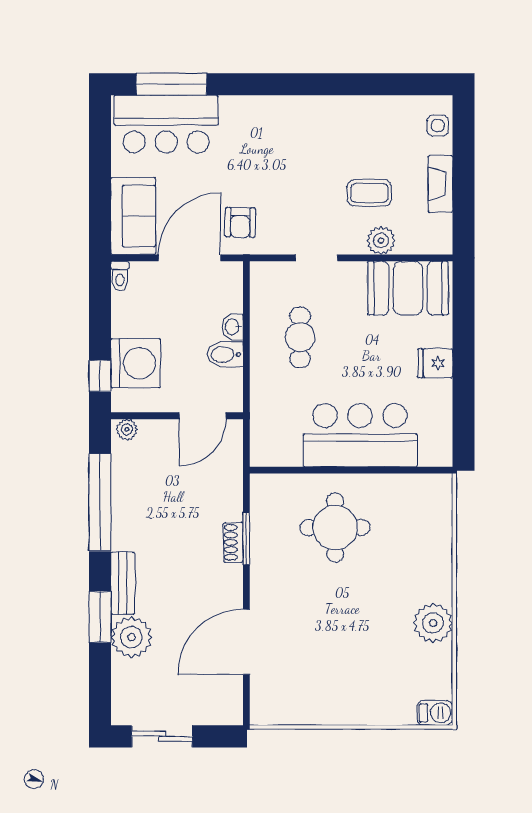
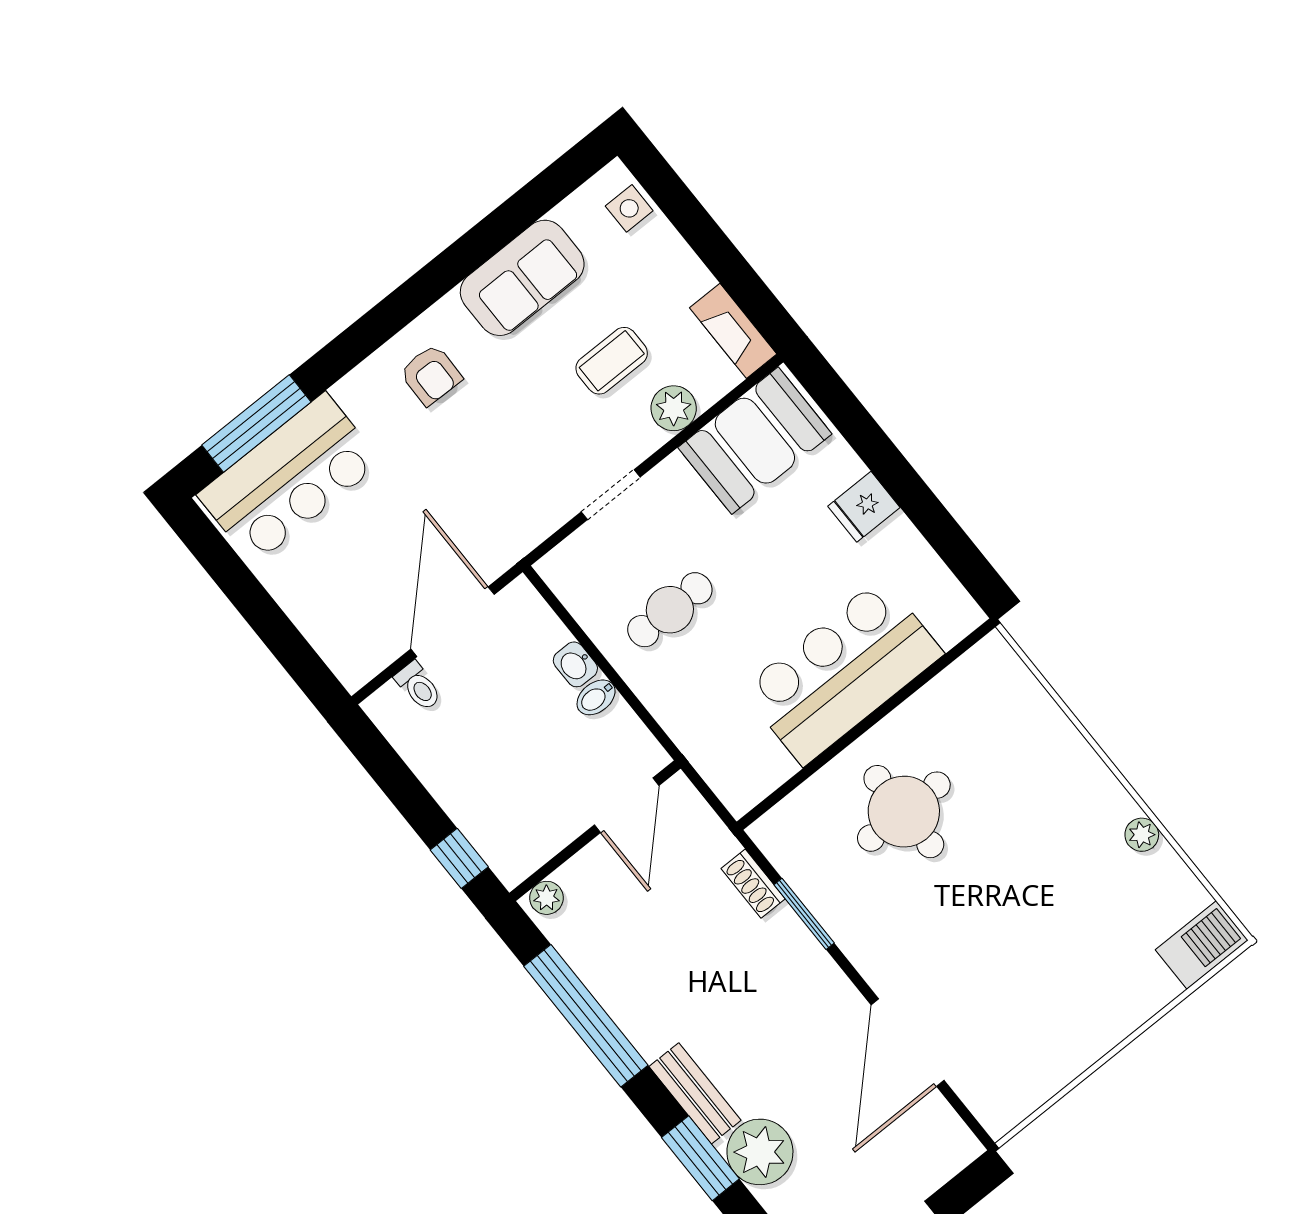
fireplace: (440, 184) -> (733, 331), moved
sofa: (133, 216) -> (522, 278), moved, turned 90
armchair: (240, 222) -> (431, 375), moved
toilet: (120, 276) -> (418, 686), moved
cafe table: (300, 337) -> (670, 610), turned 90
bidet: (225, 355) -> (596, 697), width x0.72, depth x0.74
washing machine: (135, 363) -> (491, 807), removed
shoe rack: (233, 542) -> (753, 884), moved
plant: (433, 623) -> (1142, 835), width x0.53, depth x0.53
barbecue: (435, 713) -> (1202, 945), width x1.38, depth x1.27

